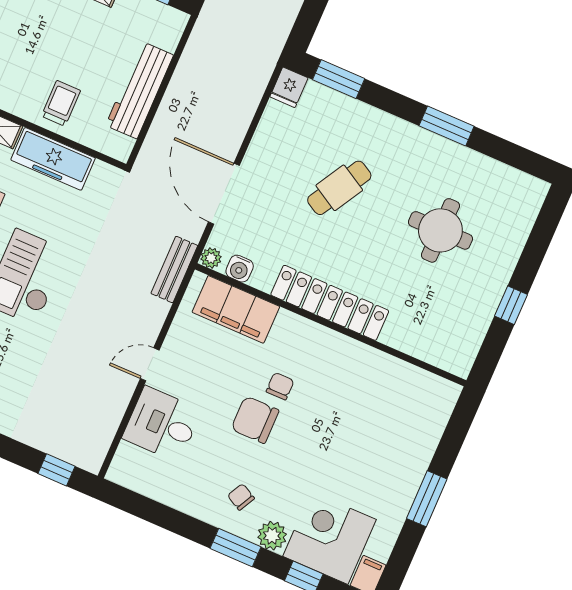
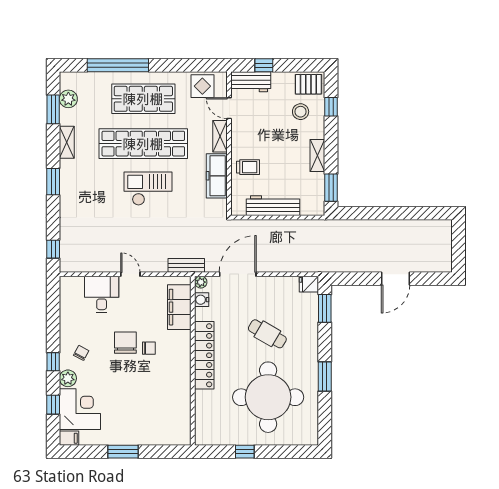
round table: (440, 230) -> (268, 397), width x1.86, depth x1.86
window: (235, 548) -> (53, 362), width x0.67

